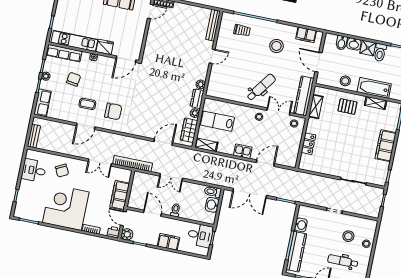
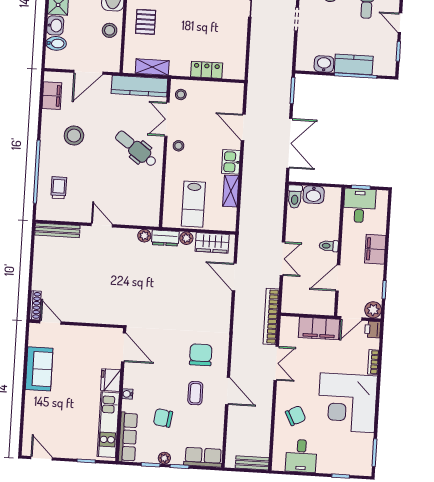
shelving: (206, 145) -> (231, 191), moved
kitchen counter: (296, 252) -> (354, 64), width x0.67

